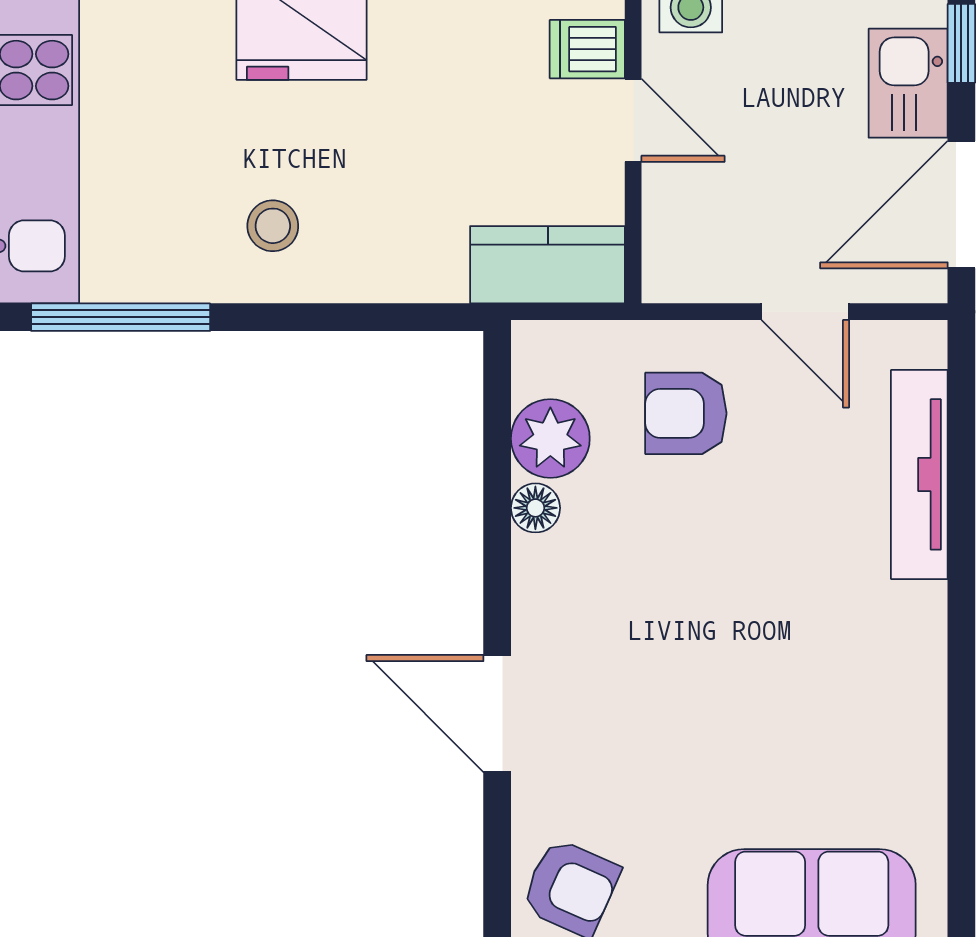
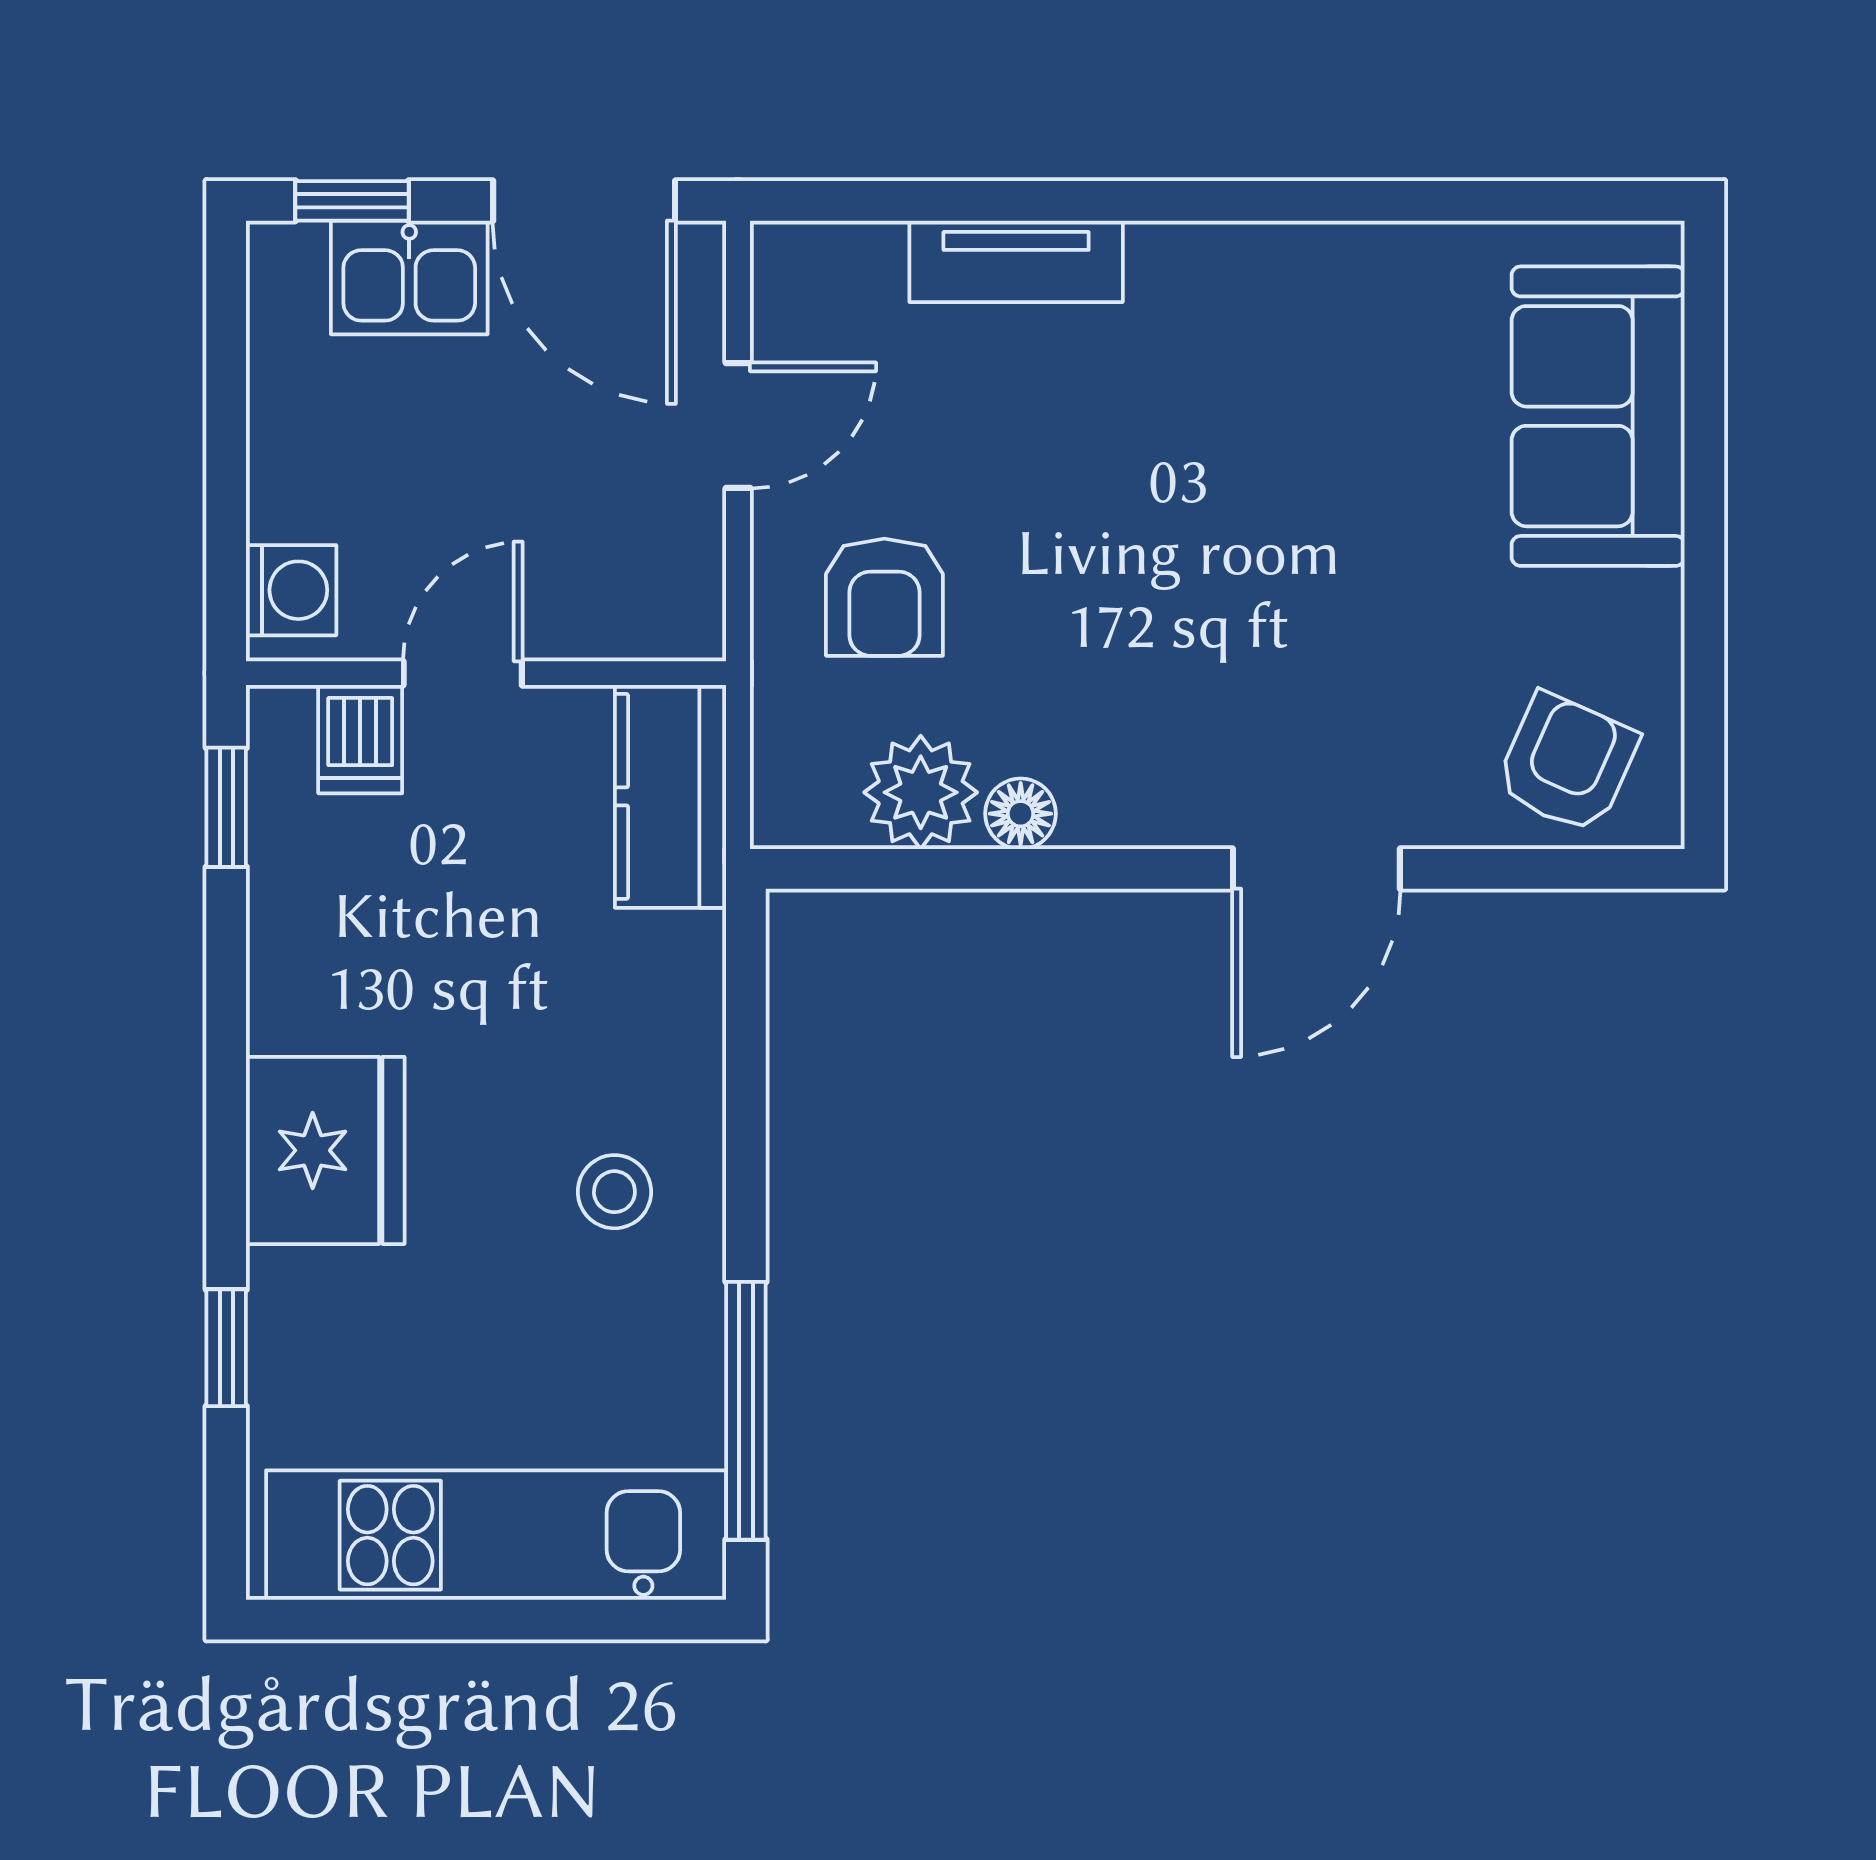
tv unit: (919, 474) -> (1016, 261), width x0.71

